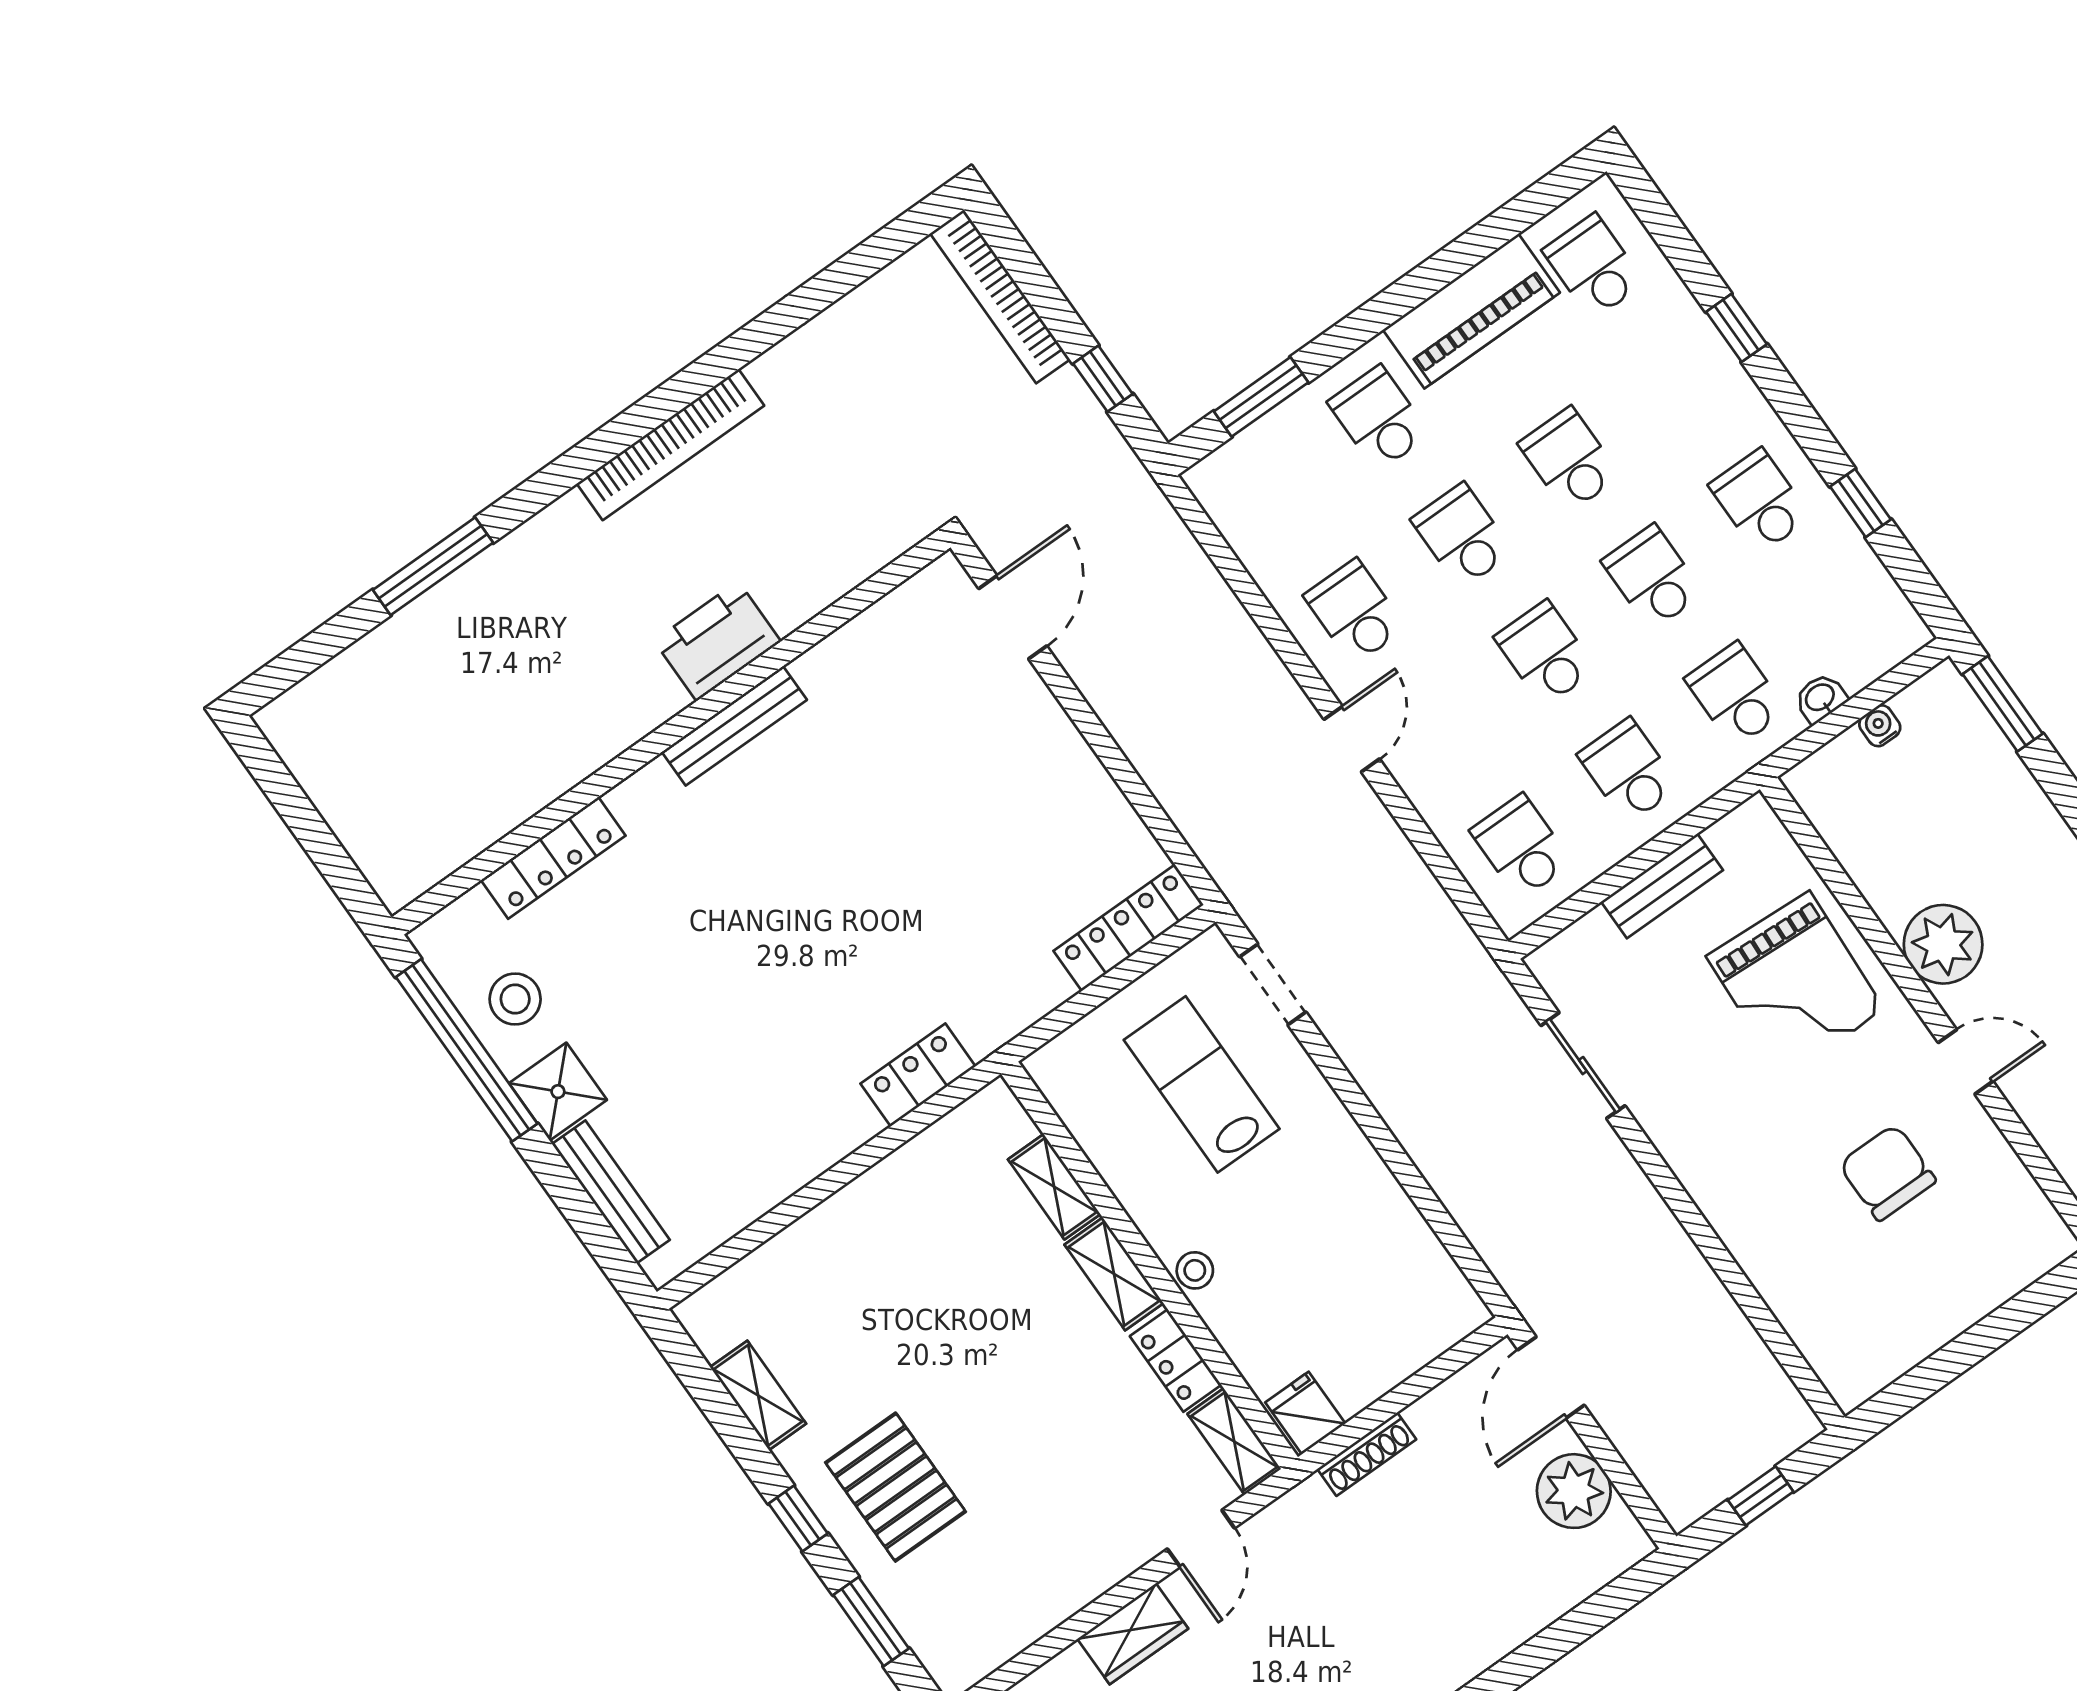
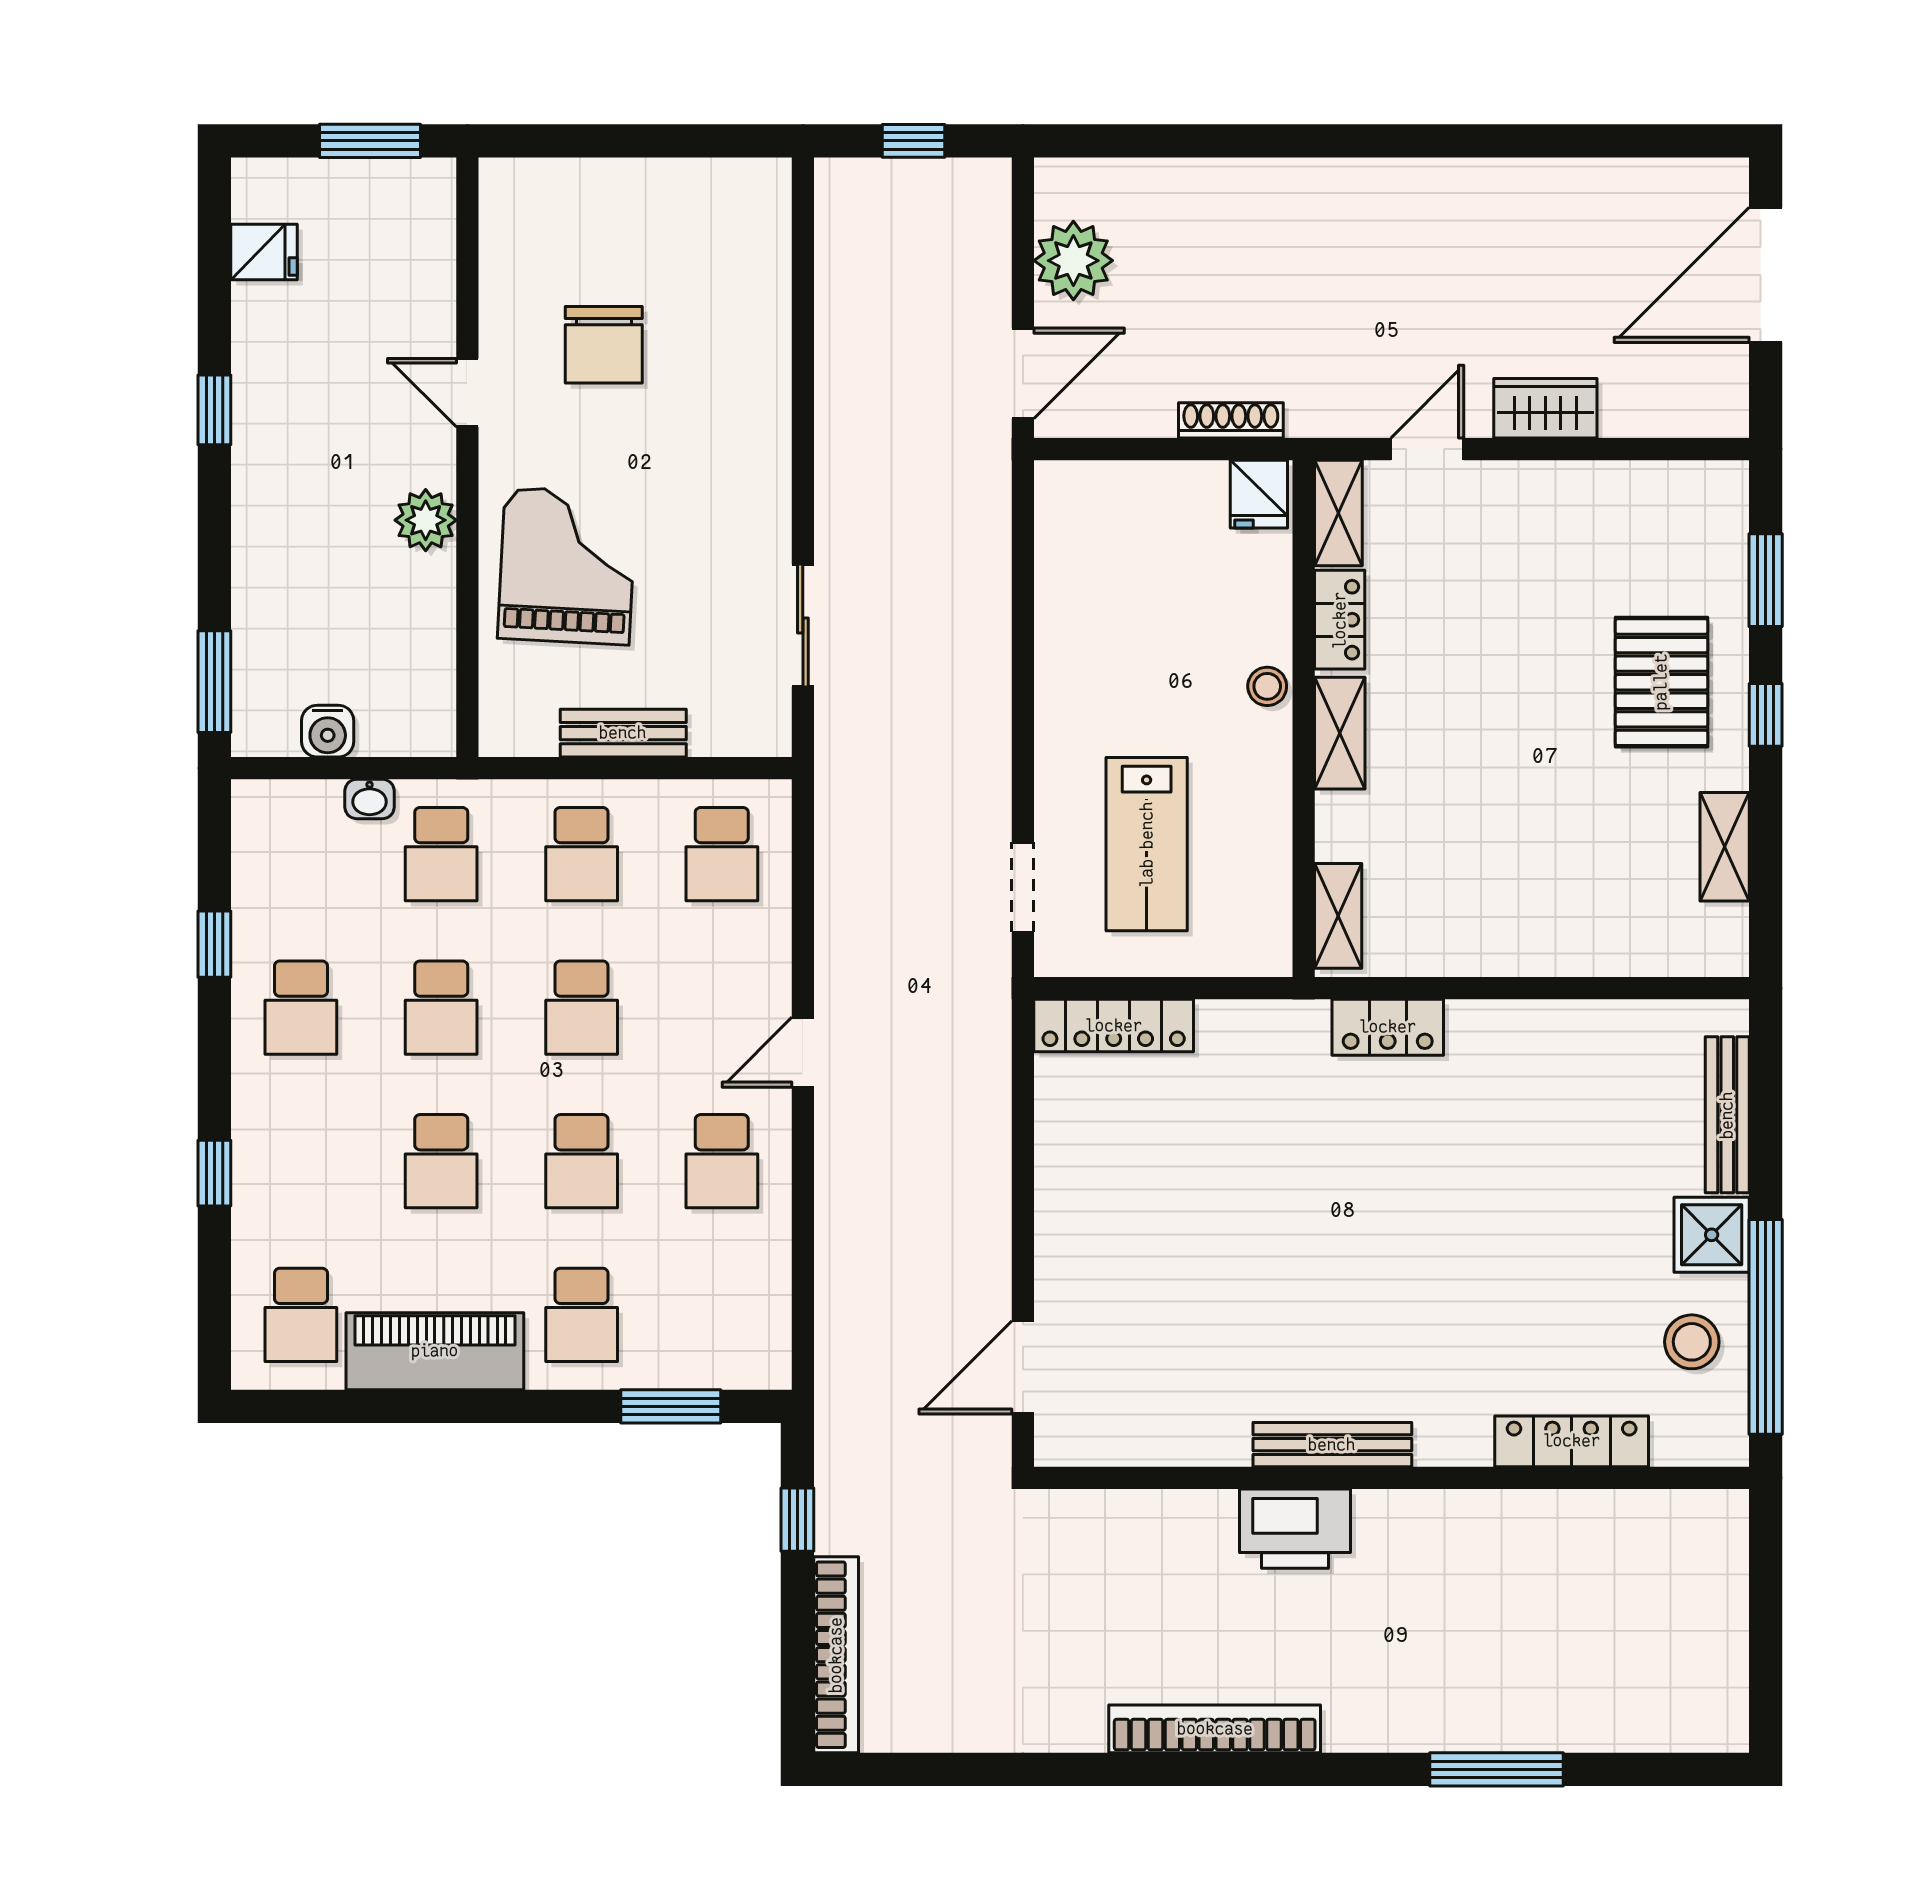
water cooler: (1880, 726) -> (328, 731), width x1.38, depth x1.38
plant: (1943, 944) -> (426, 520), width x0.73, depth x0.73
shelving: (1054, 1187) -> (1338, 916), moved

